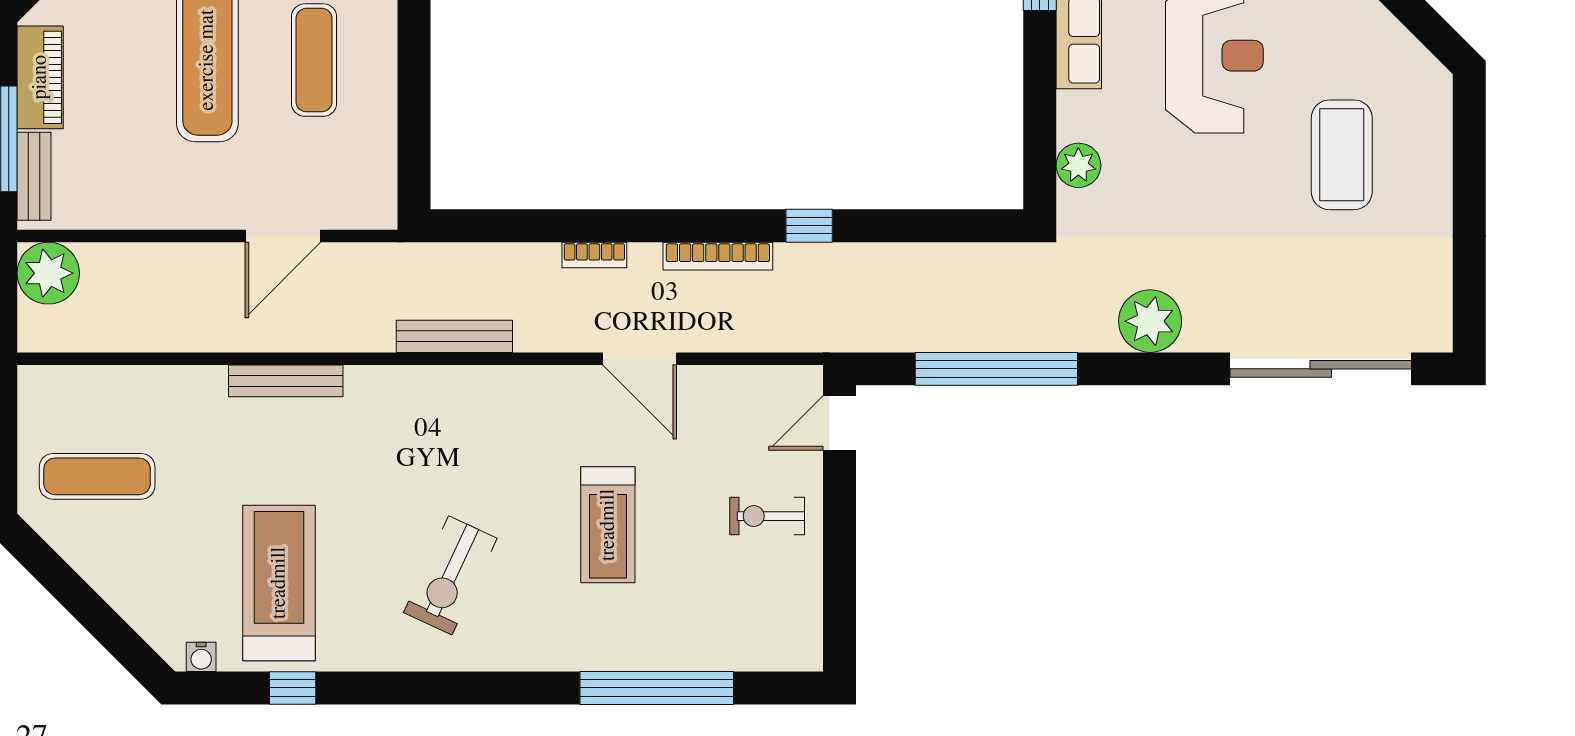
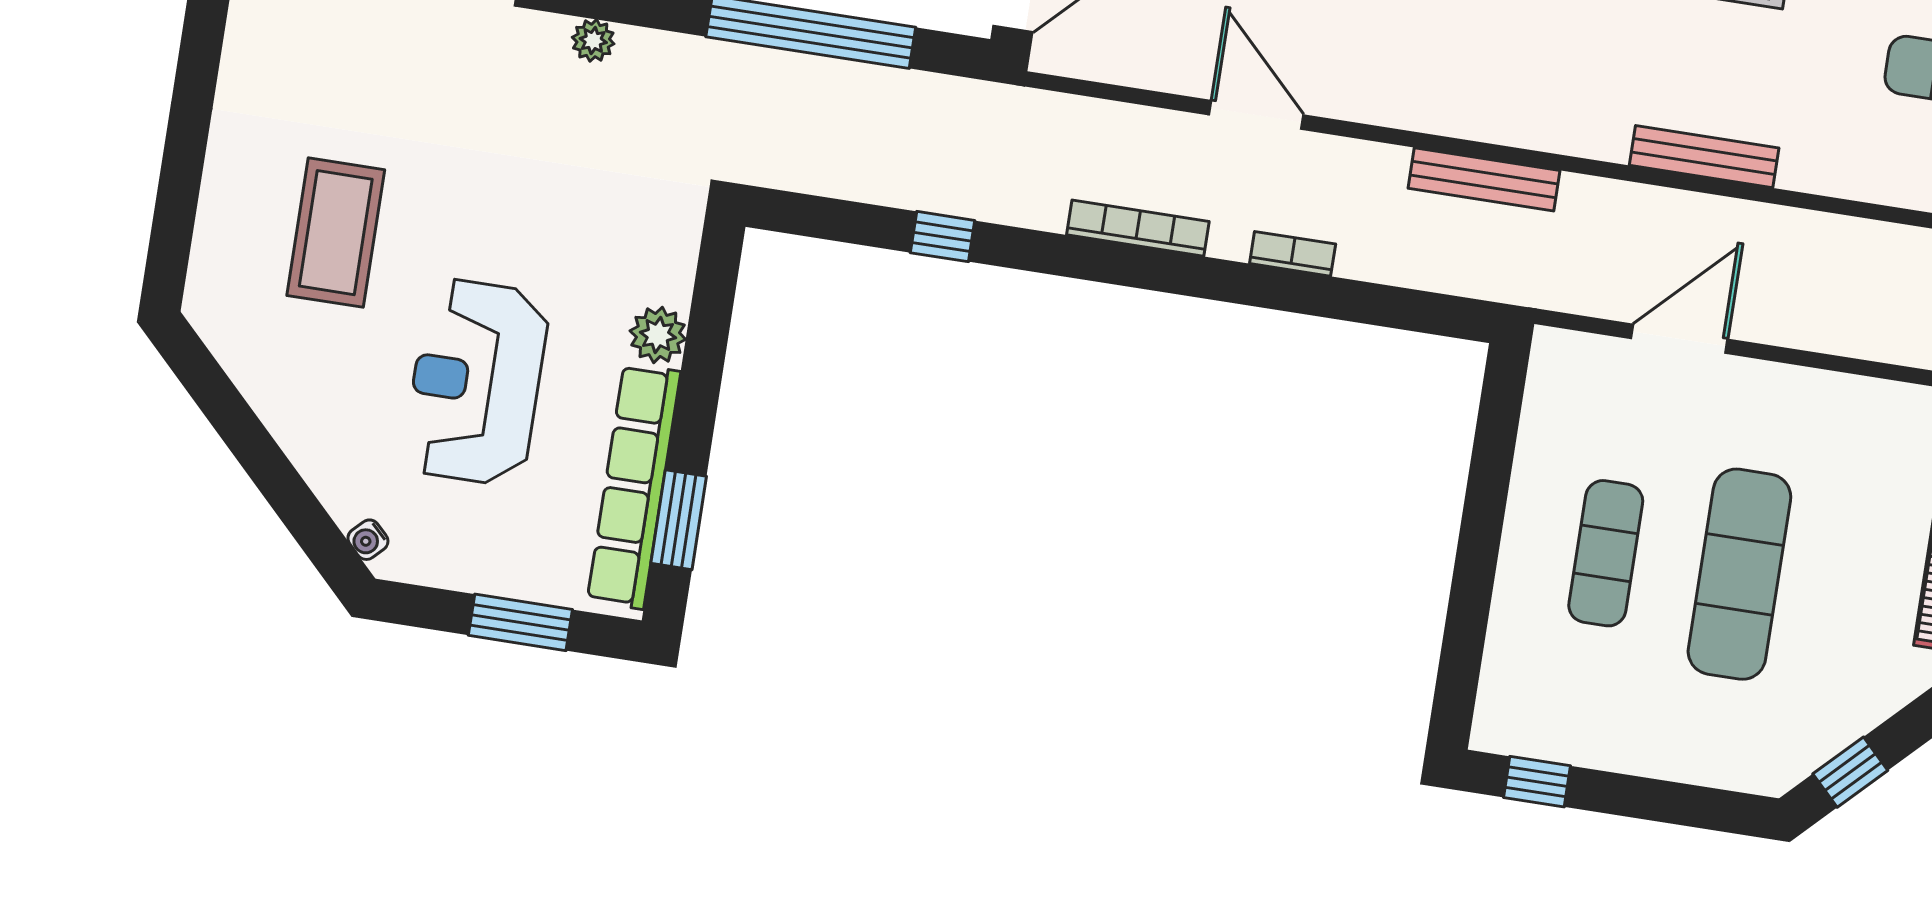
plant: (1078, 165) -> (658, 335), moved
window: (809, 226) -> (943, 237), moved
plant: (1150, 321) -> (593, 40), width x0.53, depth x0.53

